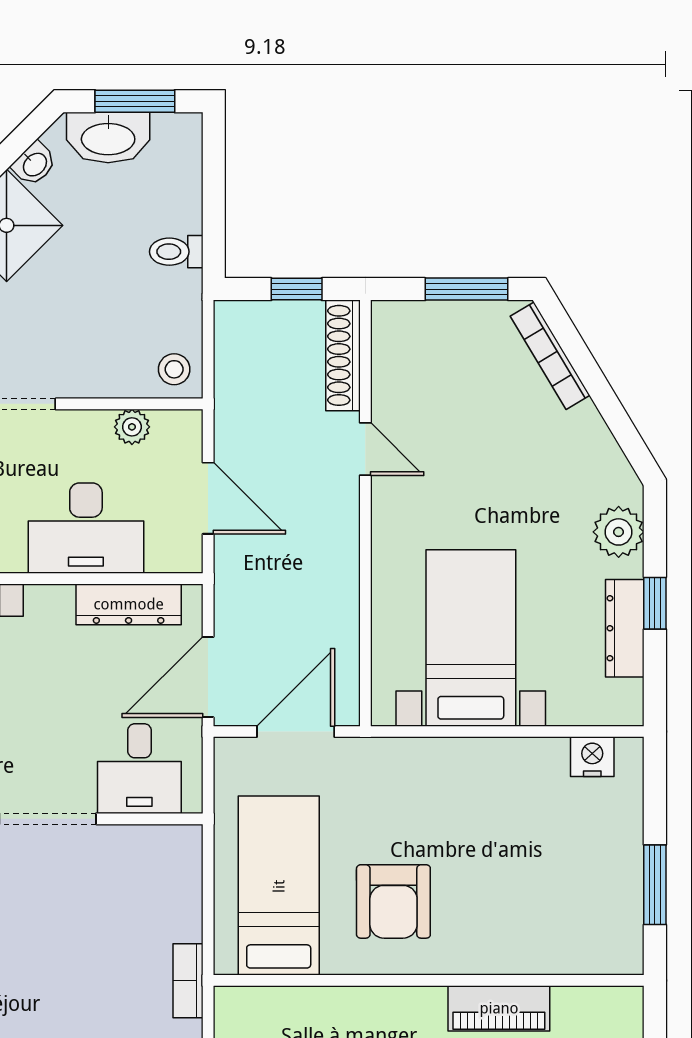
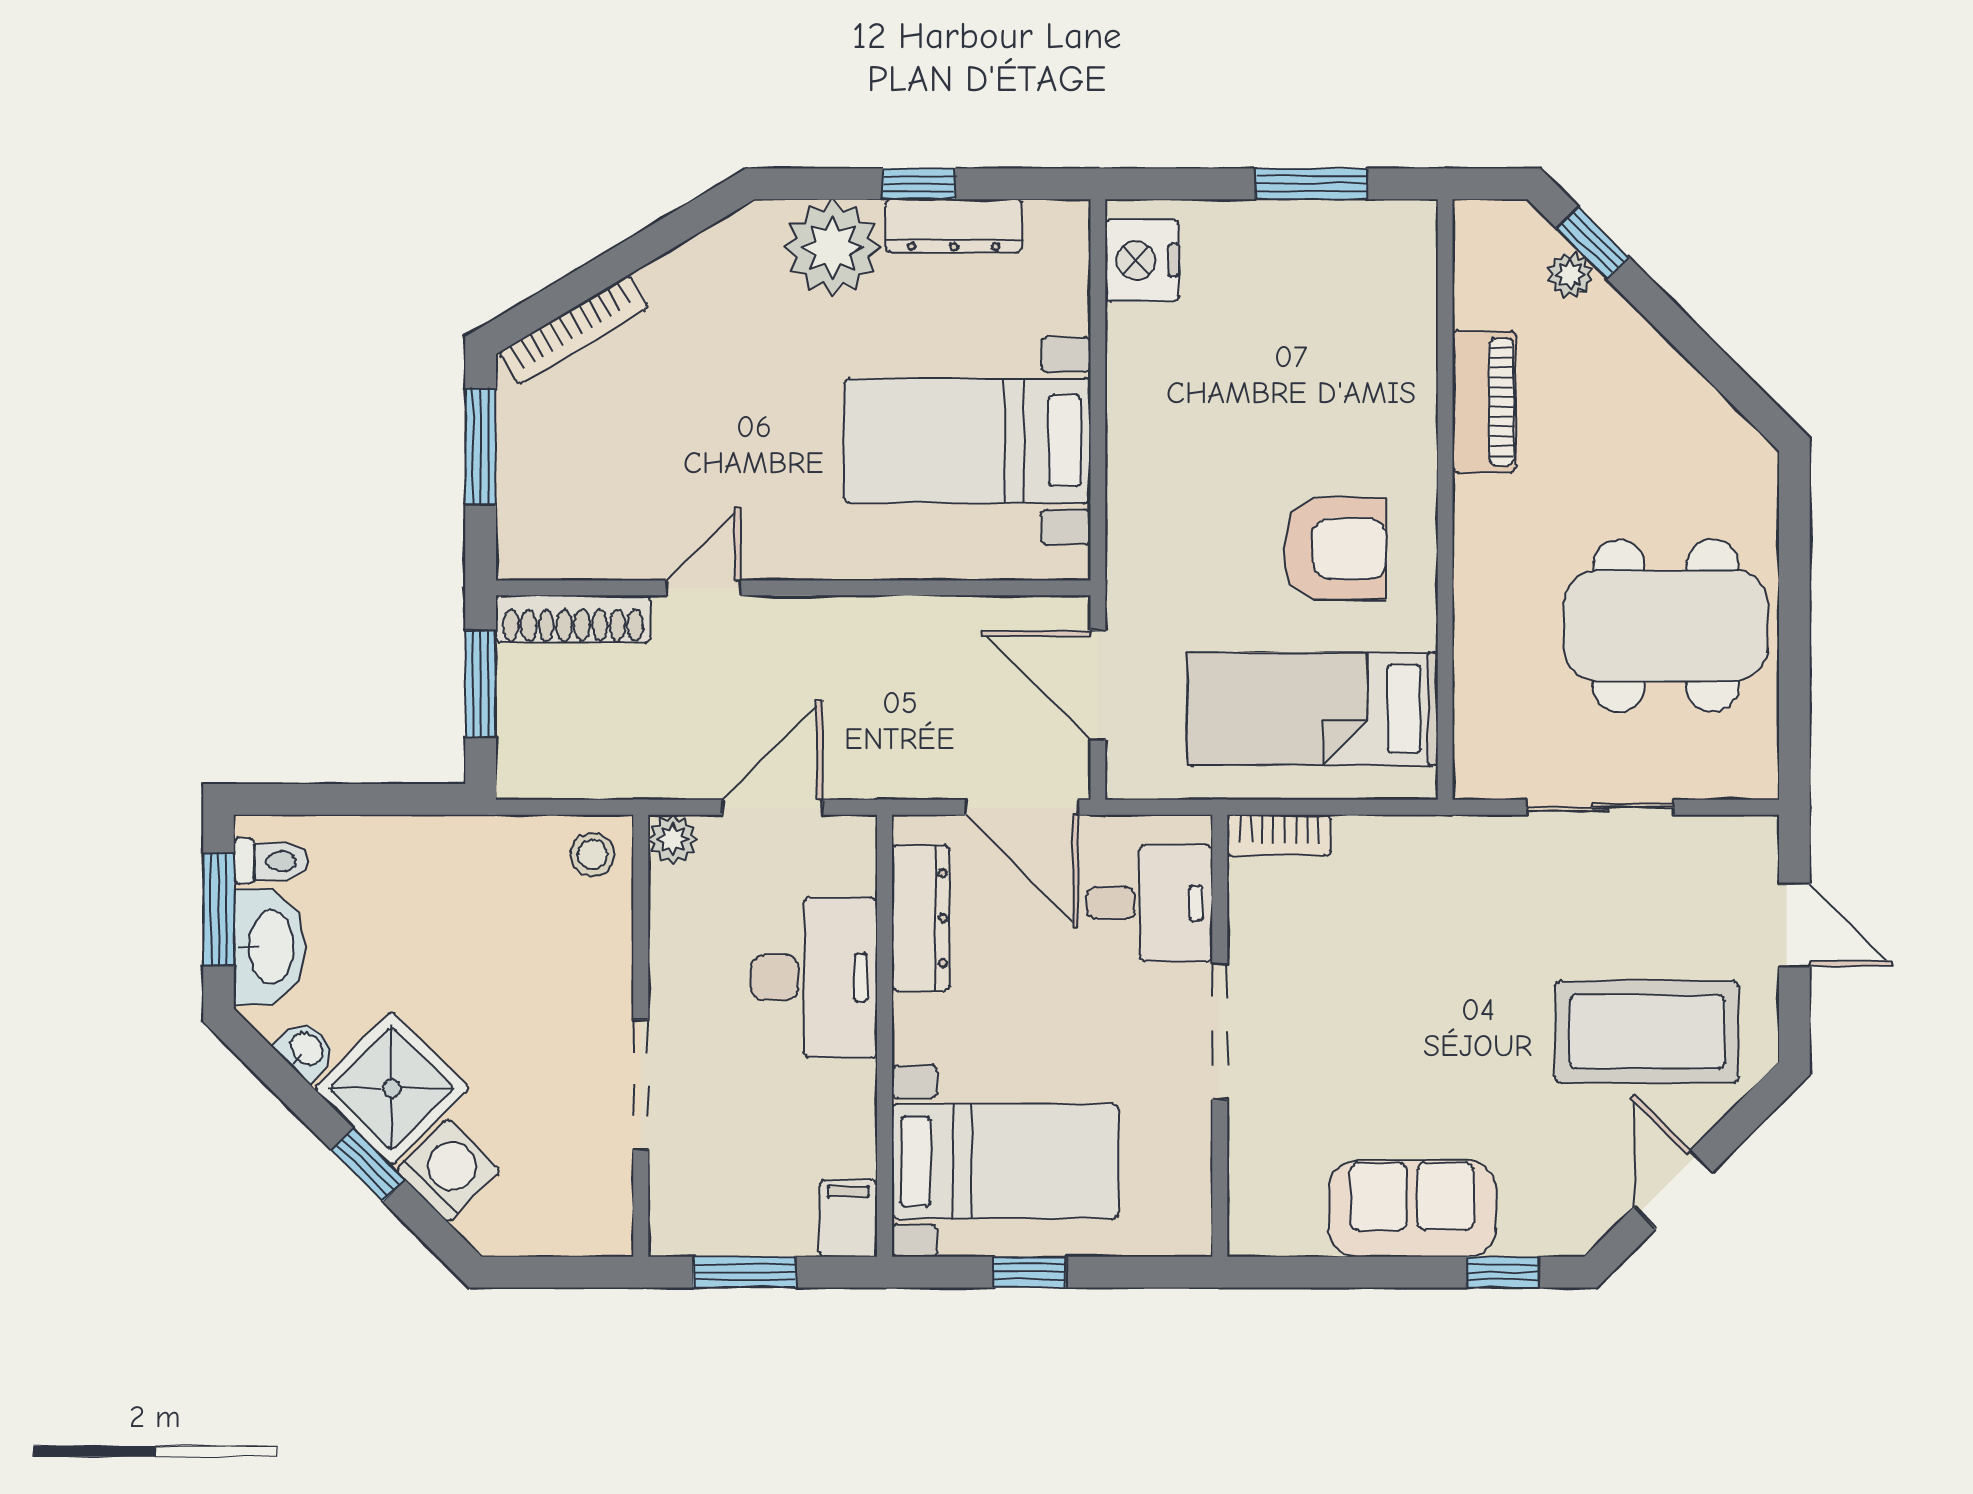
toilet: (176, 252) -> (271, 861), moved, turned -90
window: (297, 289) -> (481, 684), width x1.50
plant: (132, 427) -> (673, 839), moved
plant: (619, 532) -> (832, 248), width x1.36, depth x1.36
nightstand: (592, 757) -> (1142, 260), width x1.36, depth x1.33
bookcase: (188, 981) -> (1279, 835), moved

